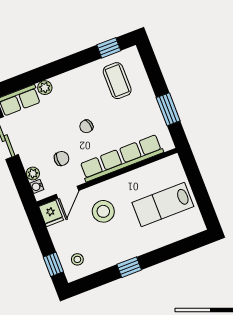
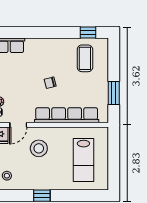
plant: (45, 88) -> (31, 43), removed
chair: (62, 158) -> (23, 99), removed
lab bench: (163, 204) -> (83, 160), turned -90

